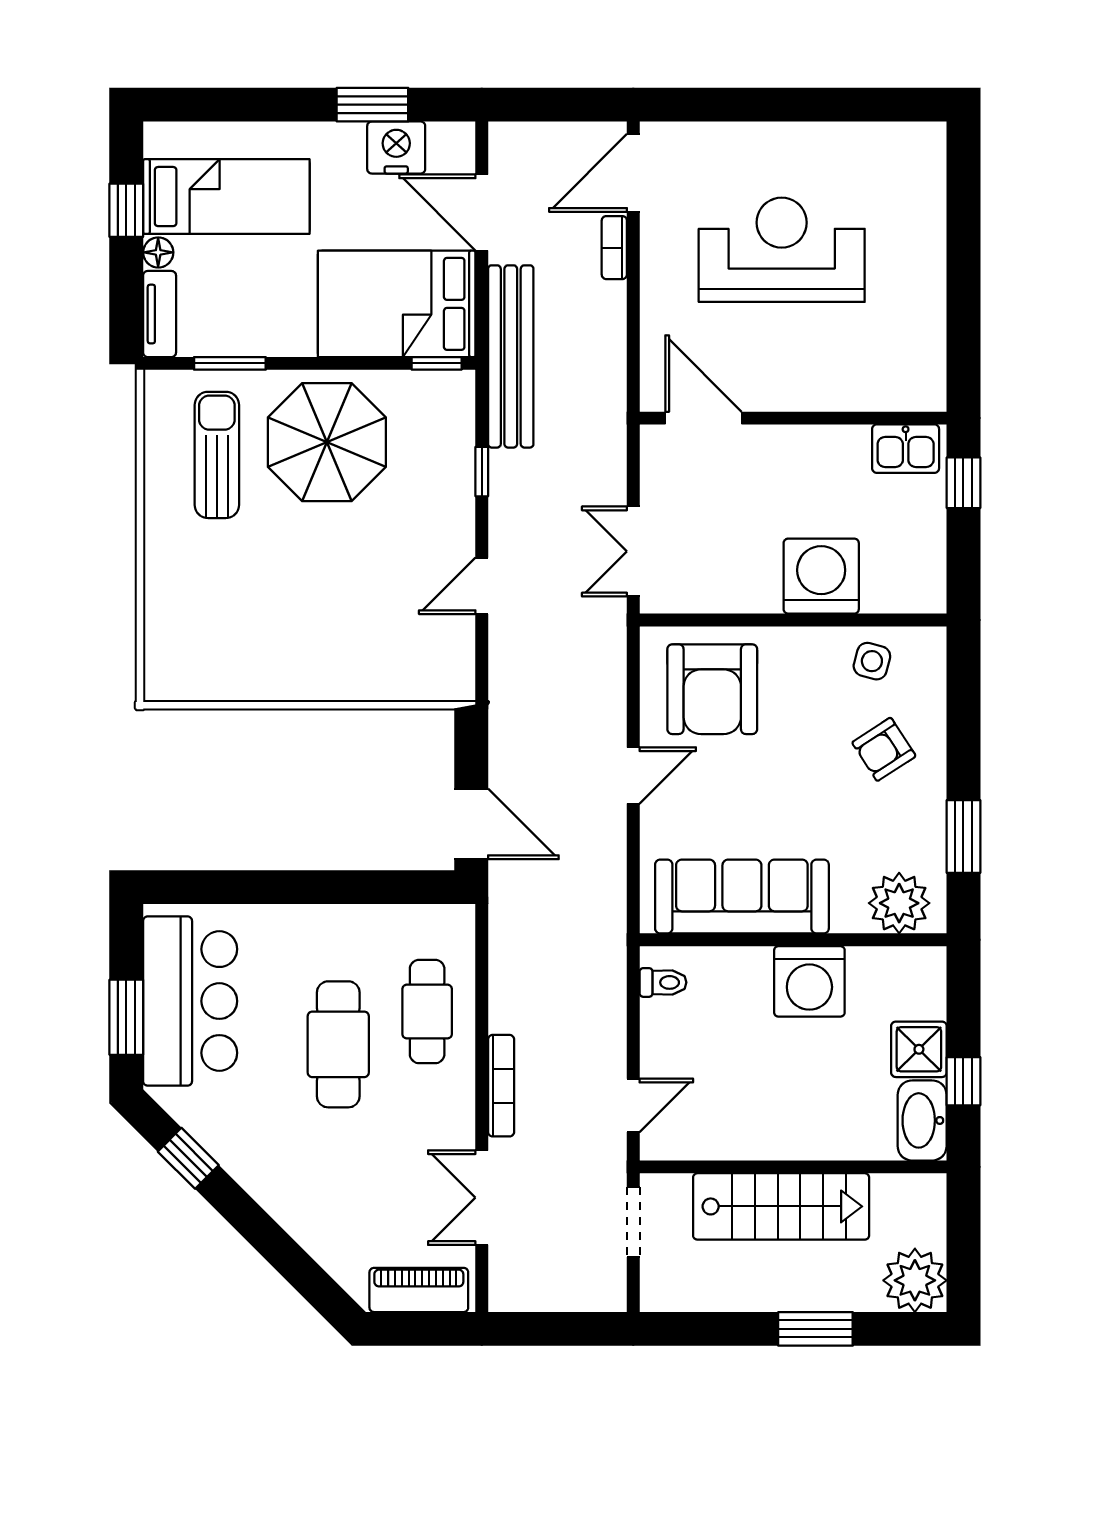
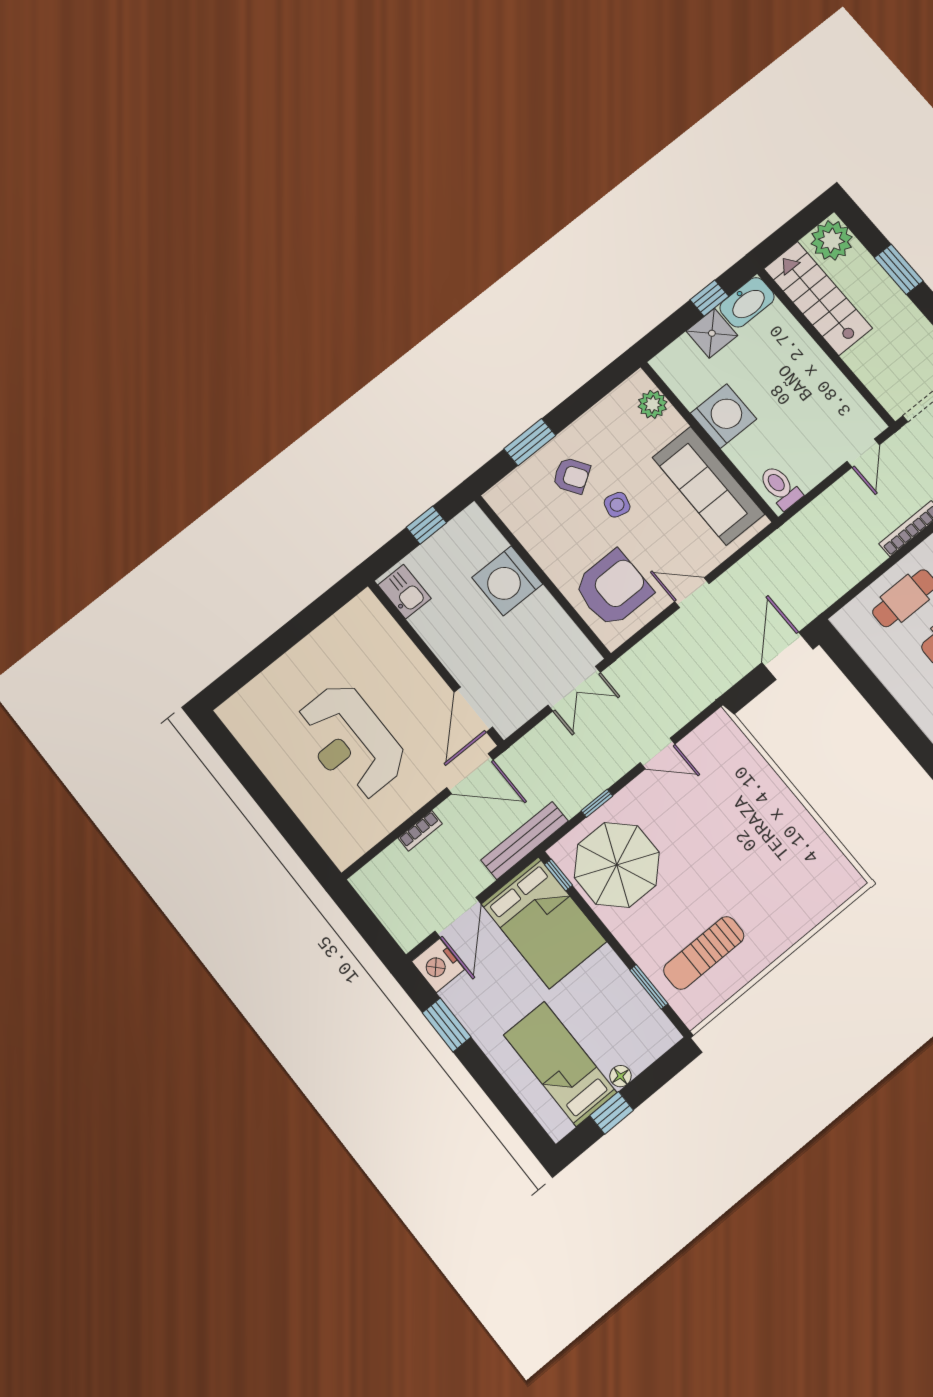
nightstand: (396, 148) -> (438, 965), moved
door: (633, 173) -> (470, 774), moved
tv unit: (160, 314) -> (653, 1048), removed
bench: (511, 356) -> (525, 840), width x0.73, depth x0.82
parasol: (327, 442) -> (617, 865), moved
window: (963, 483) -> (426, 525), moved
side table: (872, 661) -> (617, 505), moved
window: (963, 836) -> (530, 442), moved
plant: (899, 903) -> (653, 404), width x0.73, depth x0.73
toilet: (663, 982) -> (780, 487), width x1.37, depth x1.39
door: (633, 1105) -> (863, 453), swing flipped
stairs: (781, 1206) -> (818, 298), moved

